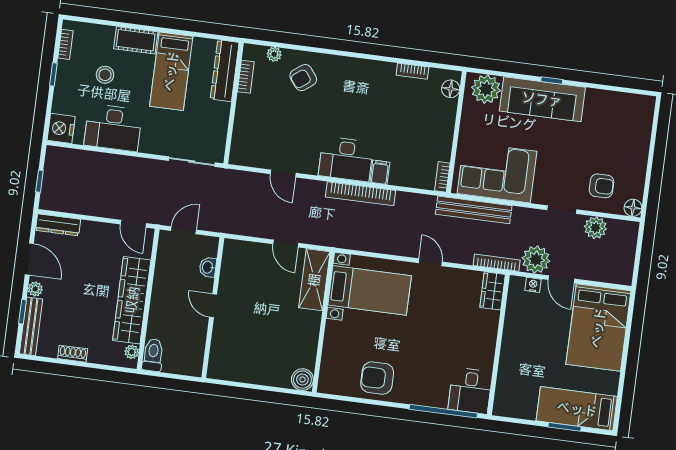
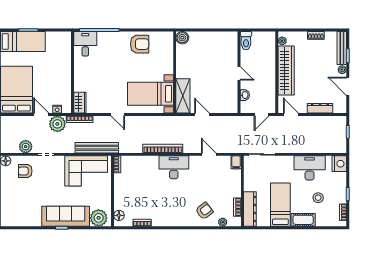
filing cabinet: (380, 172) -> (236, 162), moved
dresser: (58, 225) -> (320, 108), moved
toilet: (153, 355) -> (246, 41), moved

